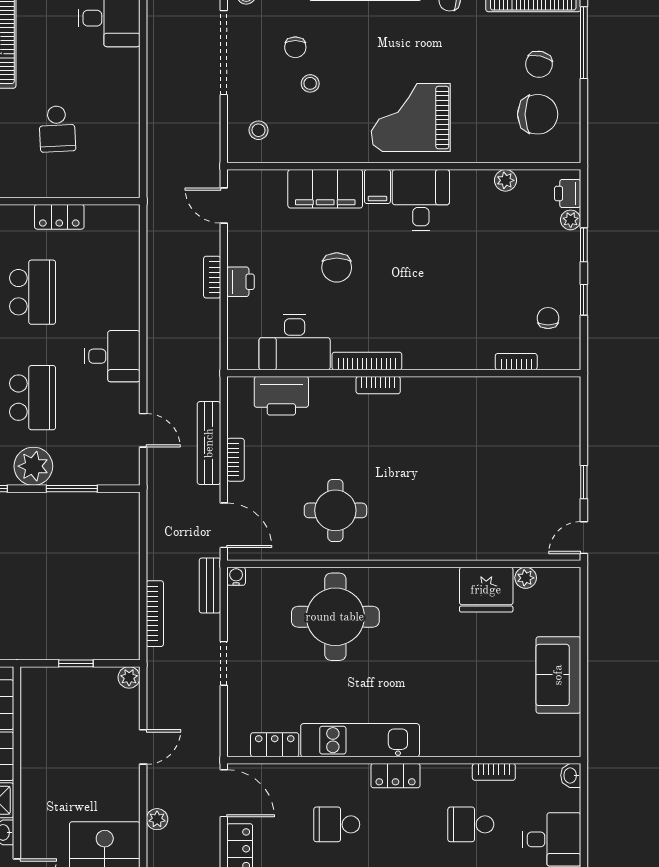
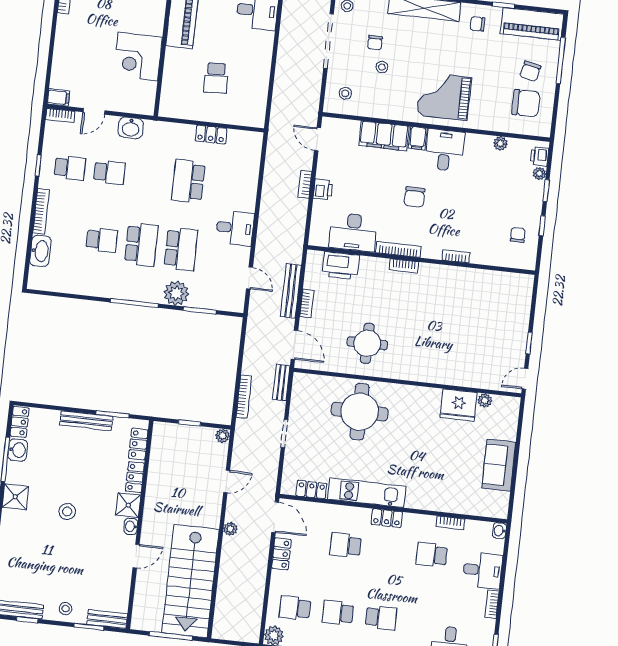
chair: (337, 267) -> (414, 197), moved
school desk: (33, 292) -> (188, 181), turned 180
bookcase: (516, 362) -> (456, 256), moved
water cooler: (236, 576) -> (299, 378), removed

